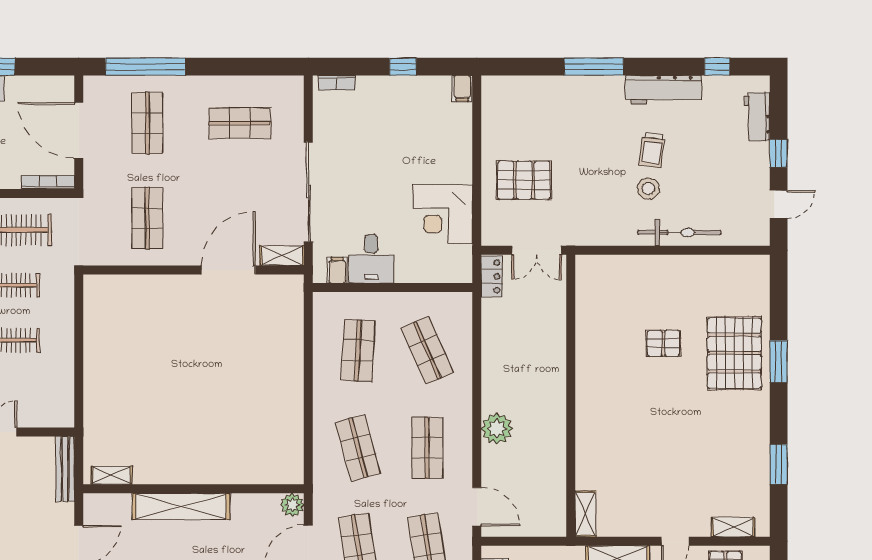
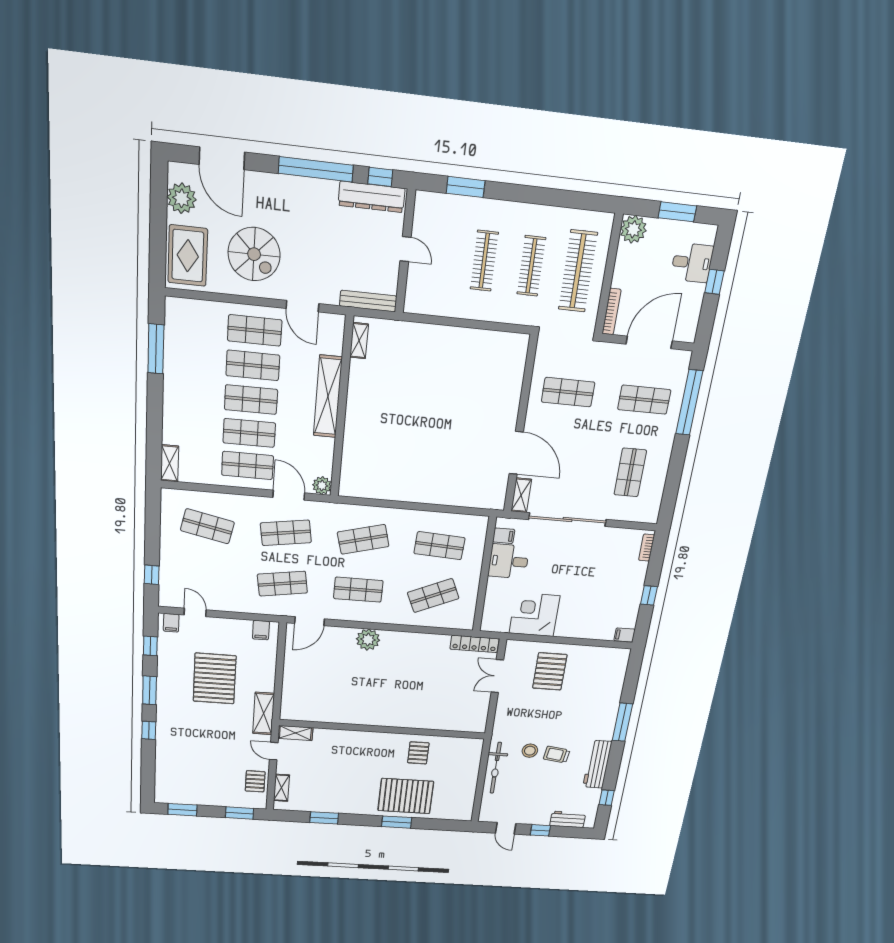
locker: (492, 276) -> (475, 644), width x1.53
wall: (571, 396) -> (383, 729), moved
shelving: (586, 514) -> (295, 733), moved

